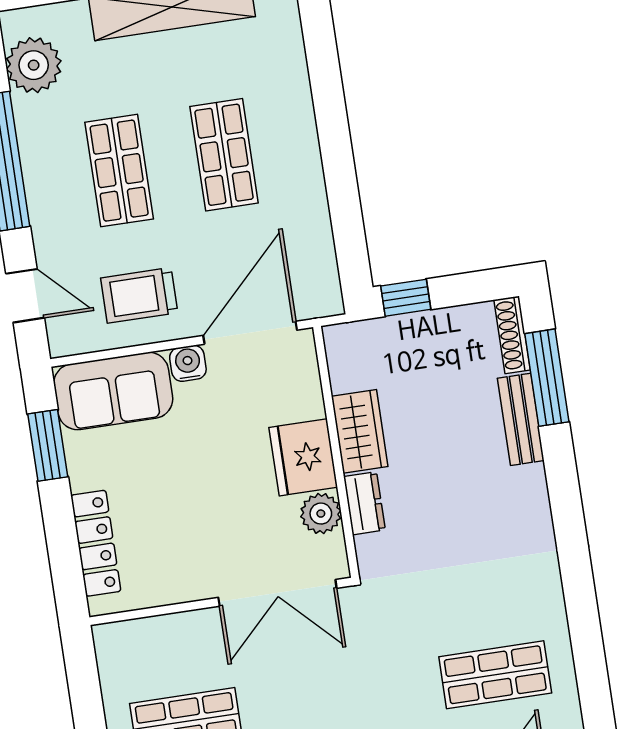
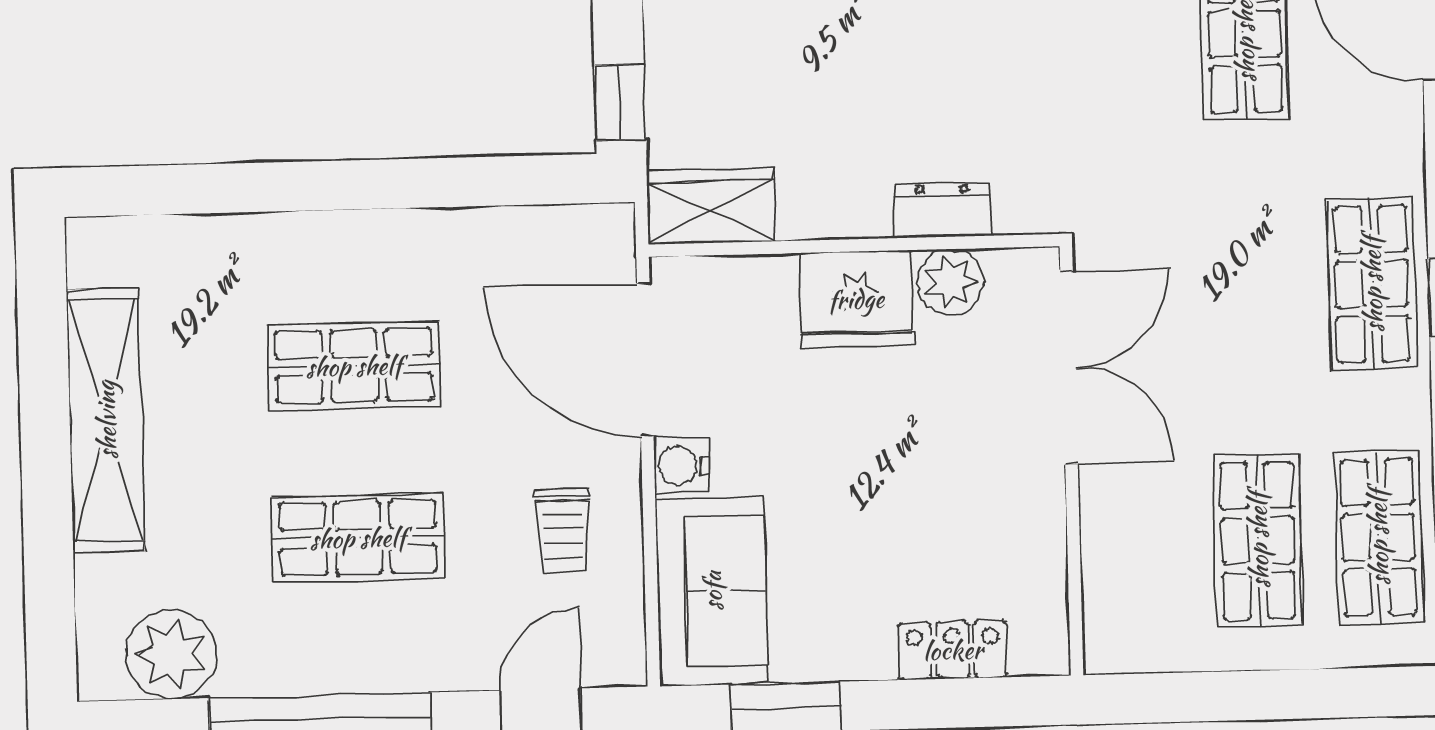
trolley: (139, 295) -> (563, 530), width x0.73, depth x0.72
wardrobe: (360, 431) -> (711, 206), moved
locker: (96, 543) -> (953, 650), width x0.66

